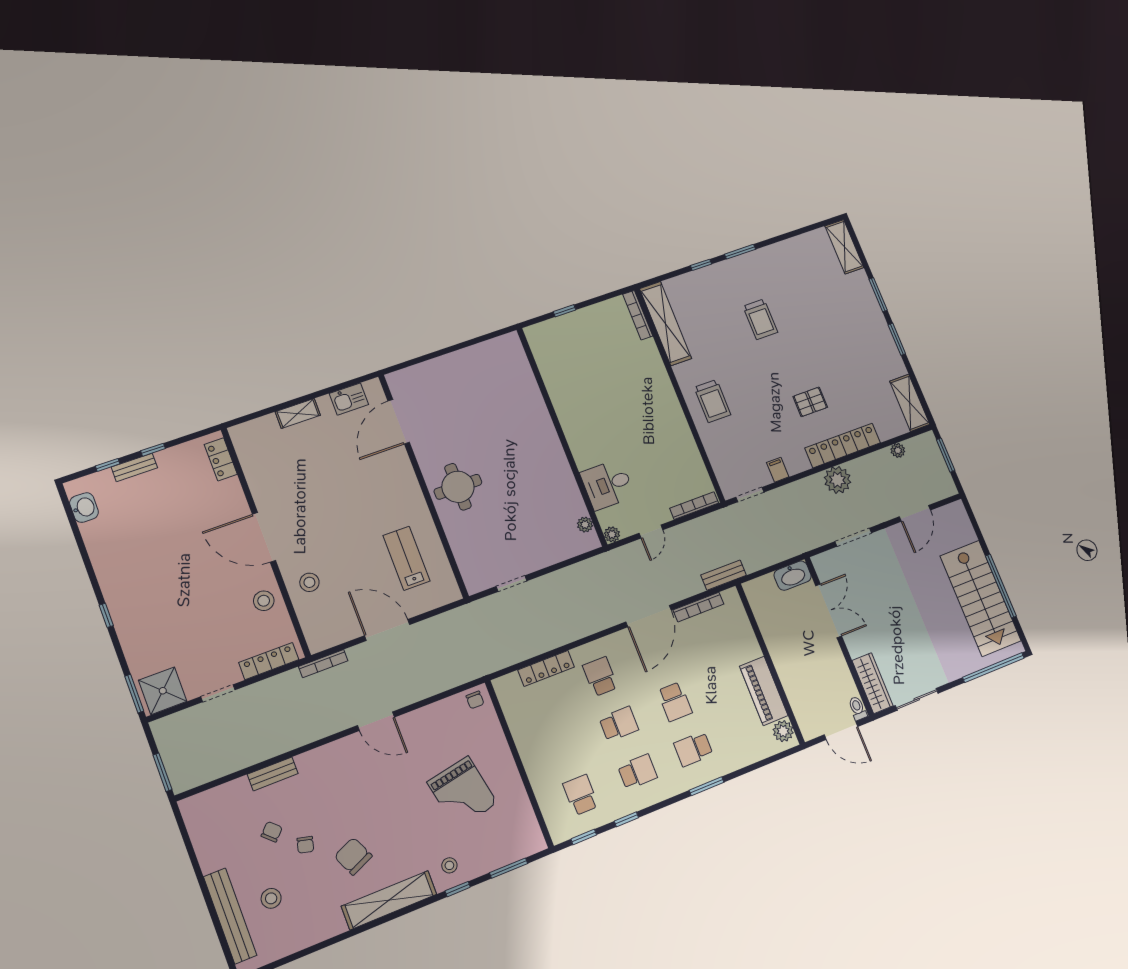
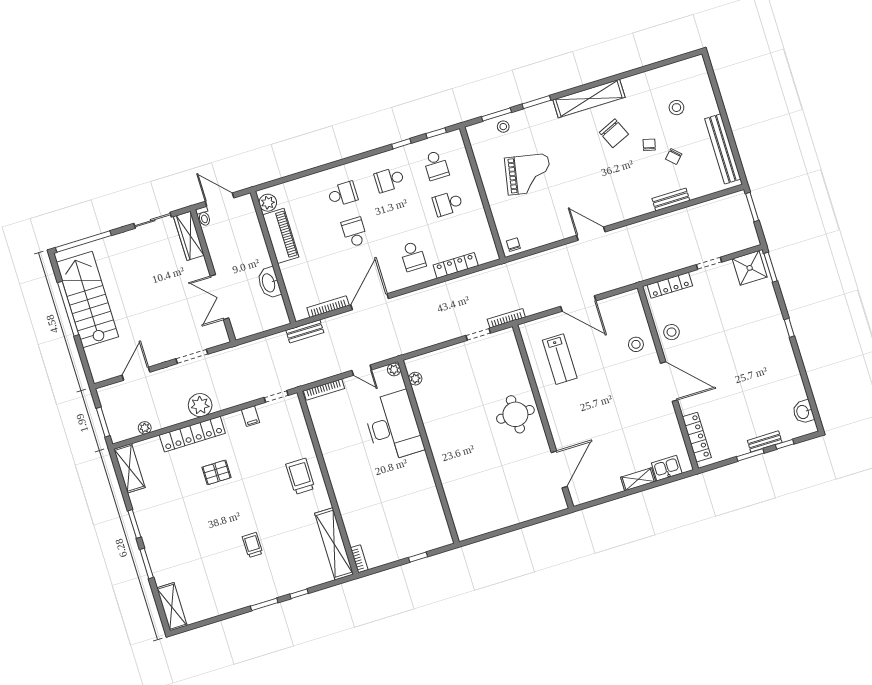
bookcase: (638, 315) -> (359, 559), width x0.64
trolley: (760, 319) -> (252, 545), width x0.73, depth x0.72
kitchen sink: (349, 399) -> (667, 468), moved
window: (153, 450) -> (750, 455), width x1.50
locker: (221, 459) -> (697, 437), width x1.53
desk: (608, 485) -> (393, 426), width x1.87, depth x1.30
door: (651, 532) -> (362, 370), swing flipped
washbasin: (793, 576) -> (269, 283), moved, turned -90
bookcase: (323, 664) -> (506, 318), moved
school desk: (619, 724) -> (448, 204), moved
window: (707, 786) -> (335, 164), removed
grand piano: (462, 793) -> (528, 174), turned 112
stool: (449, 865) -> (503, 127), moved
window: (458, 889) -> (536, 102), width x1.50
bench: (230, 916) -> (723, 149), moved

